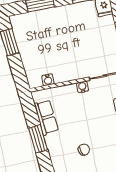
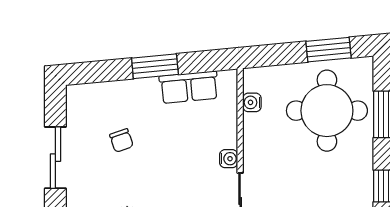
round table: (44, 36) -> (327, 111), added

